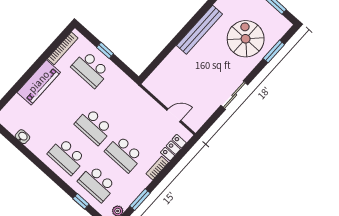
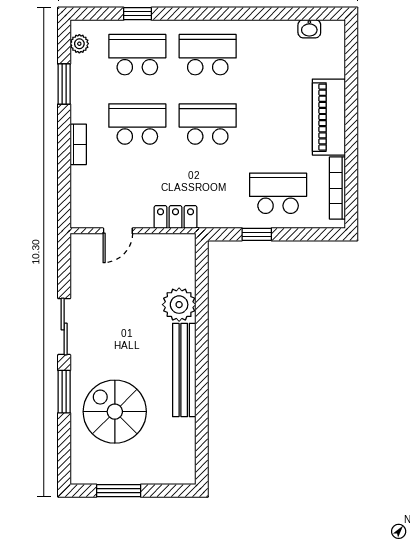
spiral stairs: (246, 39) -> (115, 412), turned 180
window: (105, 50) -> (257, 234), moved
window: (274, 51) -> (64, 392), moved
plant: (176, 60) -> (179, 305), added
washbasin: (22, 137) -> (309, 29), moved
locker: (173, 148) -> (176, 217), moved, turned -90

